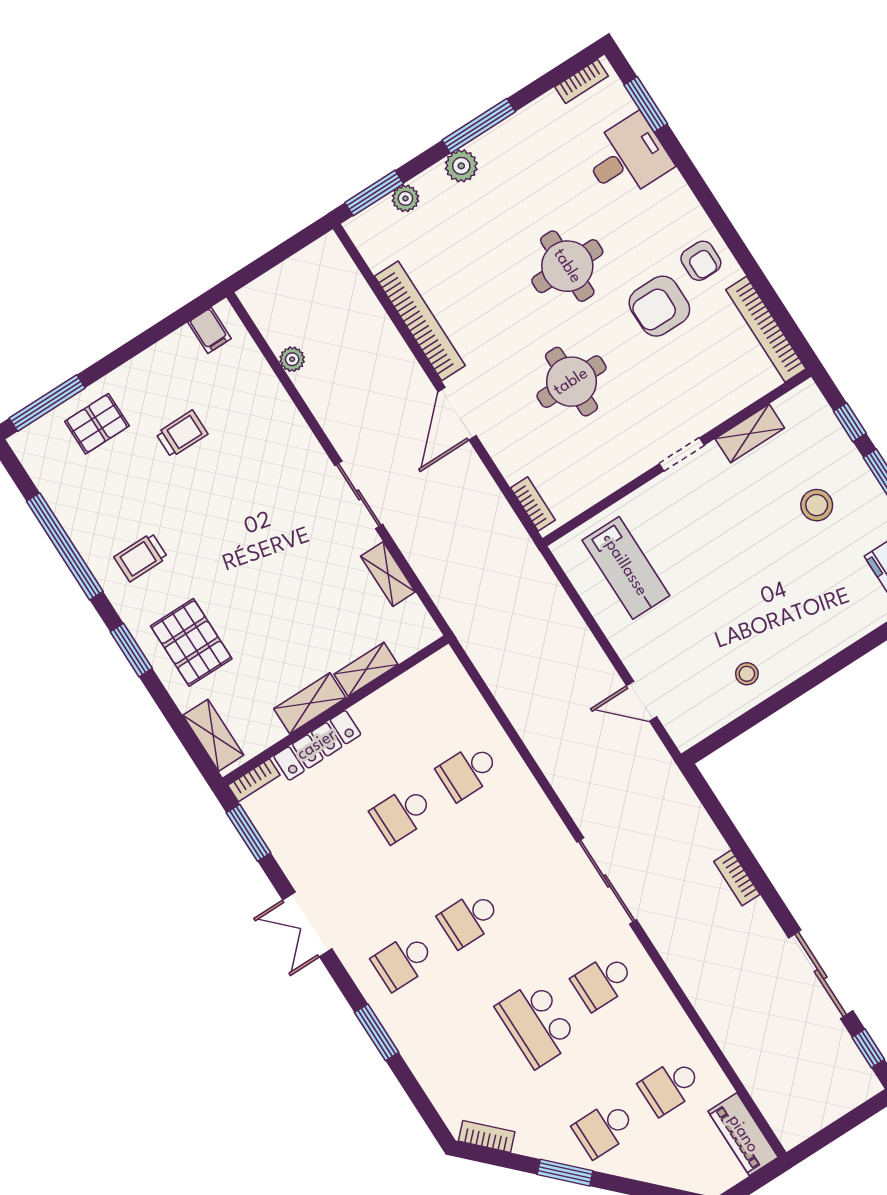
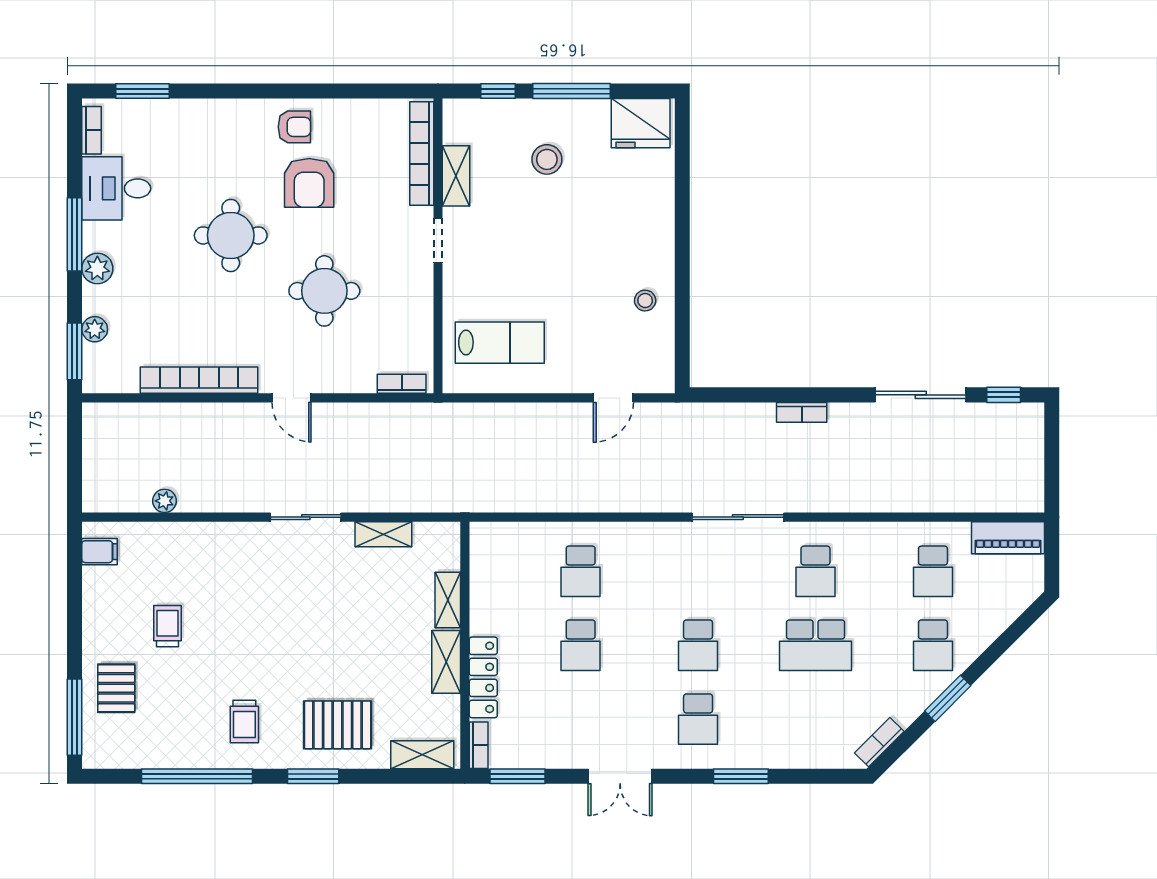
desk: (627, 158) -> (116, 188), moved, turned -90
bookcase: (766, 329) -> (422, 154), moved, turned 90
door: (457, 414) -> (292, 398), width x0.73

